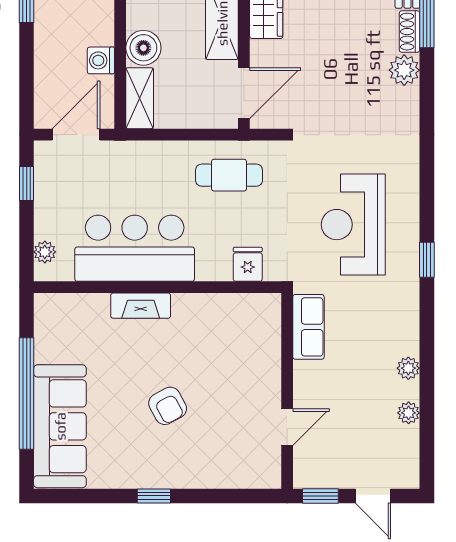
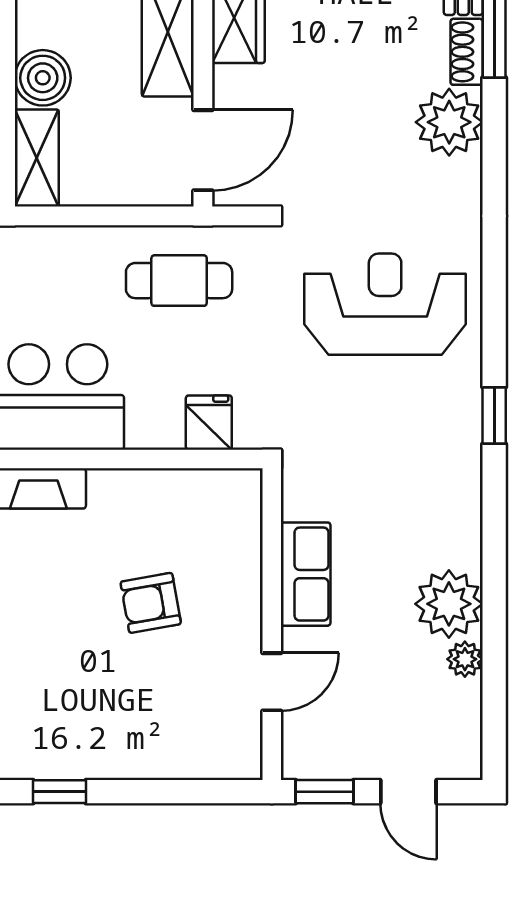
plant: (404, 70) -> (449, 122), width x1.36, depth x1.36
reception desk: (353, 225) -> (385, 304), moved, turned 90
row of seats: (308, 327) -> (306, 574), moved
plant: (408, 368) -> (449, 604), width x1.87, depth x1.87
armchair: (168, 406) -> (151, 603), moved, turned 108

